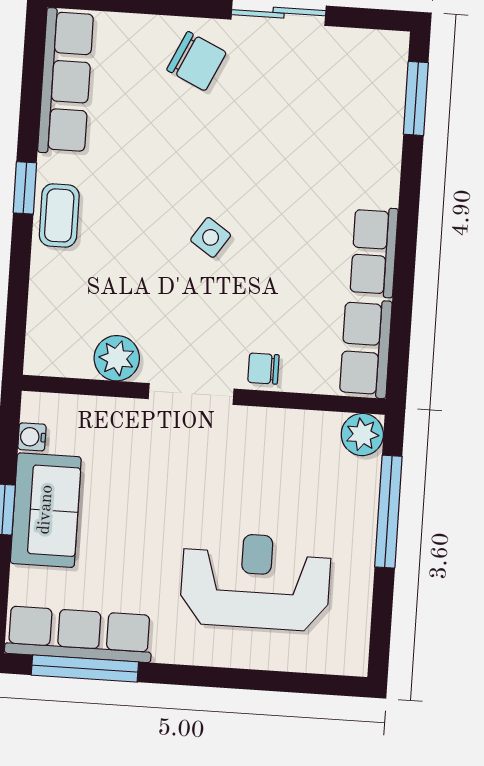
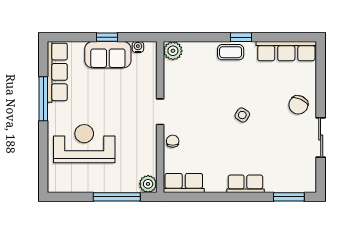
side table: (211, 237) -> (242, 115), moved
row of seats: (374, 252) -> (245, 184), moved
plant: (117, 358) -> (173, 51), moved
doorway: (191, 394) -> (160, 112), width x0.73
reception desk: (255, 581) -> (84, 144), turned -90
window: (85, 669) -> (43, 99), moved

